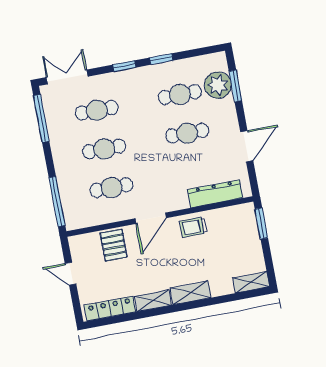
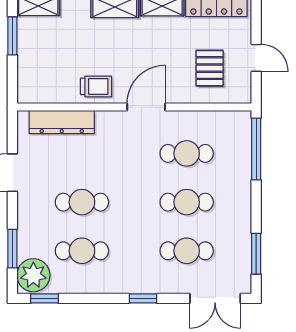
window: (161, 59) -> (45, 298), moved
plant: (218, 85) -> (33, 275), moved
window: (41, 118) -> (256, 254), width x0.69
window: (261, 223) -> (12, 36), moved
pallet: (114, 245) -> (210, 68), moved

